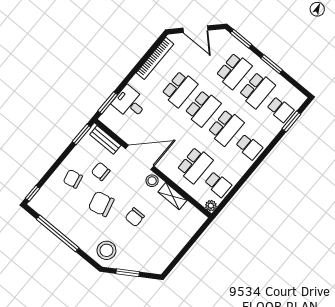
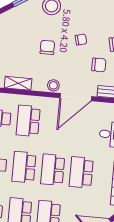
shelving: (173, 196) -> (18, 83), moved
chair: (101, 204) -> (81, 40), width x0.54, depth x0.54

